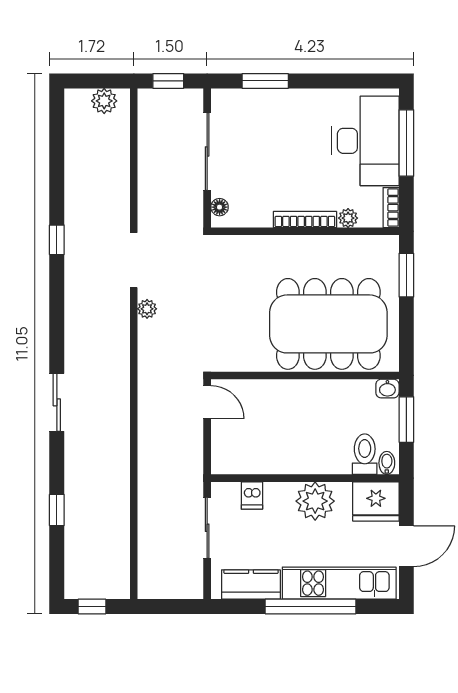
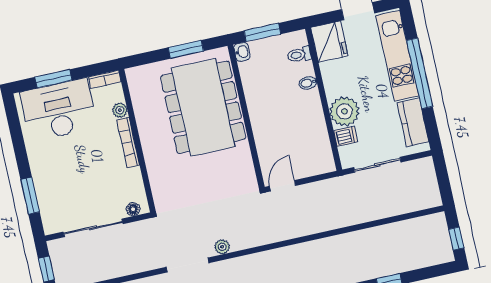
window: (406, 143) -> (53, 79), width x0.69
window: (406, 275) -> (186, 49), moved
toilet: (365, 454) -> (299, 55), width x0.73, depth x0.72
bidet: (387, 463) -> (308, 83), moved
plant: (315, 501) -> (344, 111), moved

